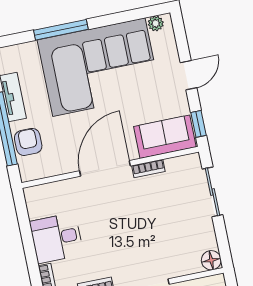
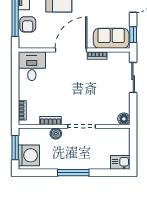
armchair: (28, 142) -> (28, 24), turned 180
desk: (57, 238) -> (32, 66), moved, turned 90

